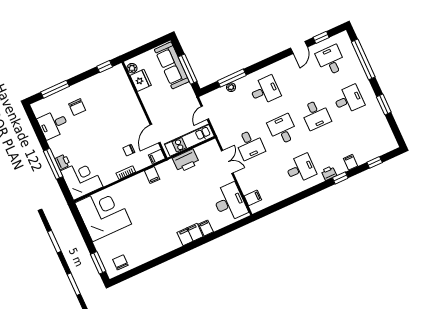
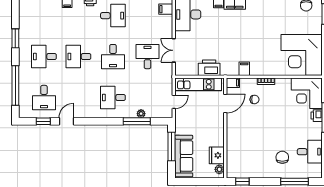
desk: (316, 115) -> (78, 57), turned -90
desk: (301, 169) -> (113, 16), turned 180

